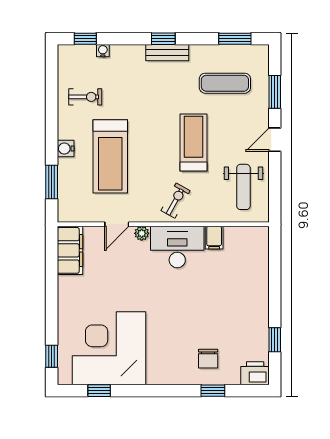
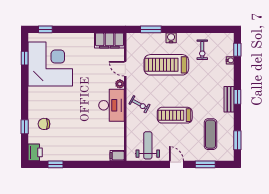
treadmill: (194, 142) -> (175, 115), turned 180
weight bench: (243, 187) -> (148, 145), turned 90
filing cabinet: (214, 238) -> (117, 156), moved

